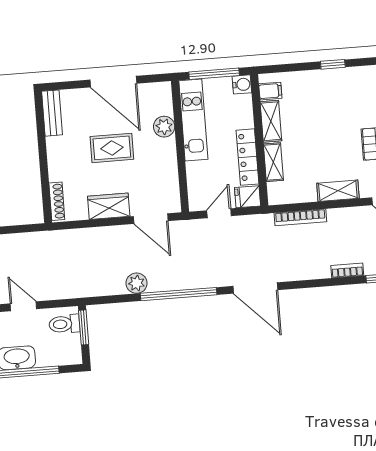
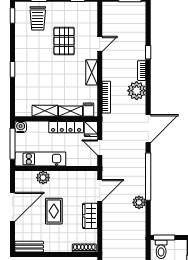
filing cabinet: (270, 91) -> (88, 110), moved
plant: (314, 265) -> (137, 91), added

